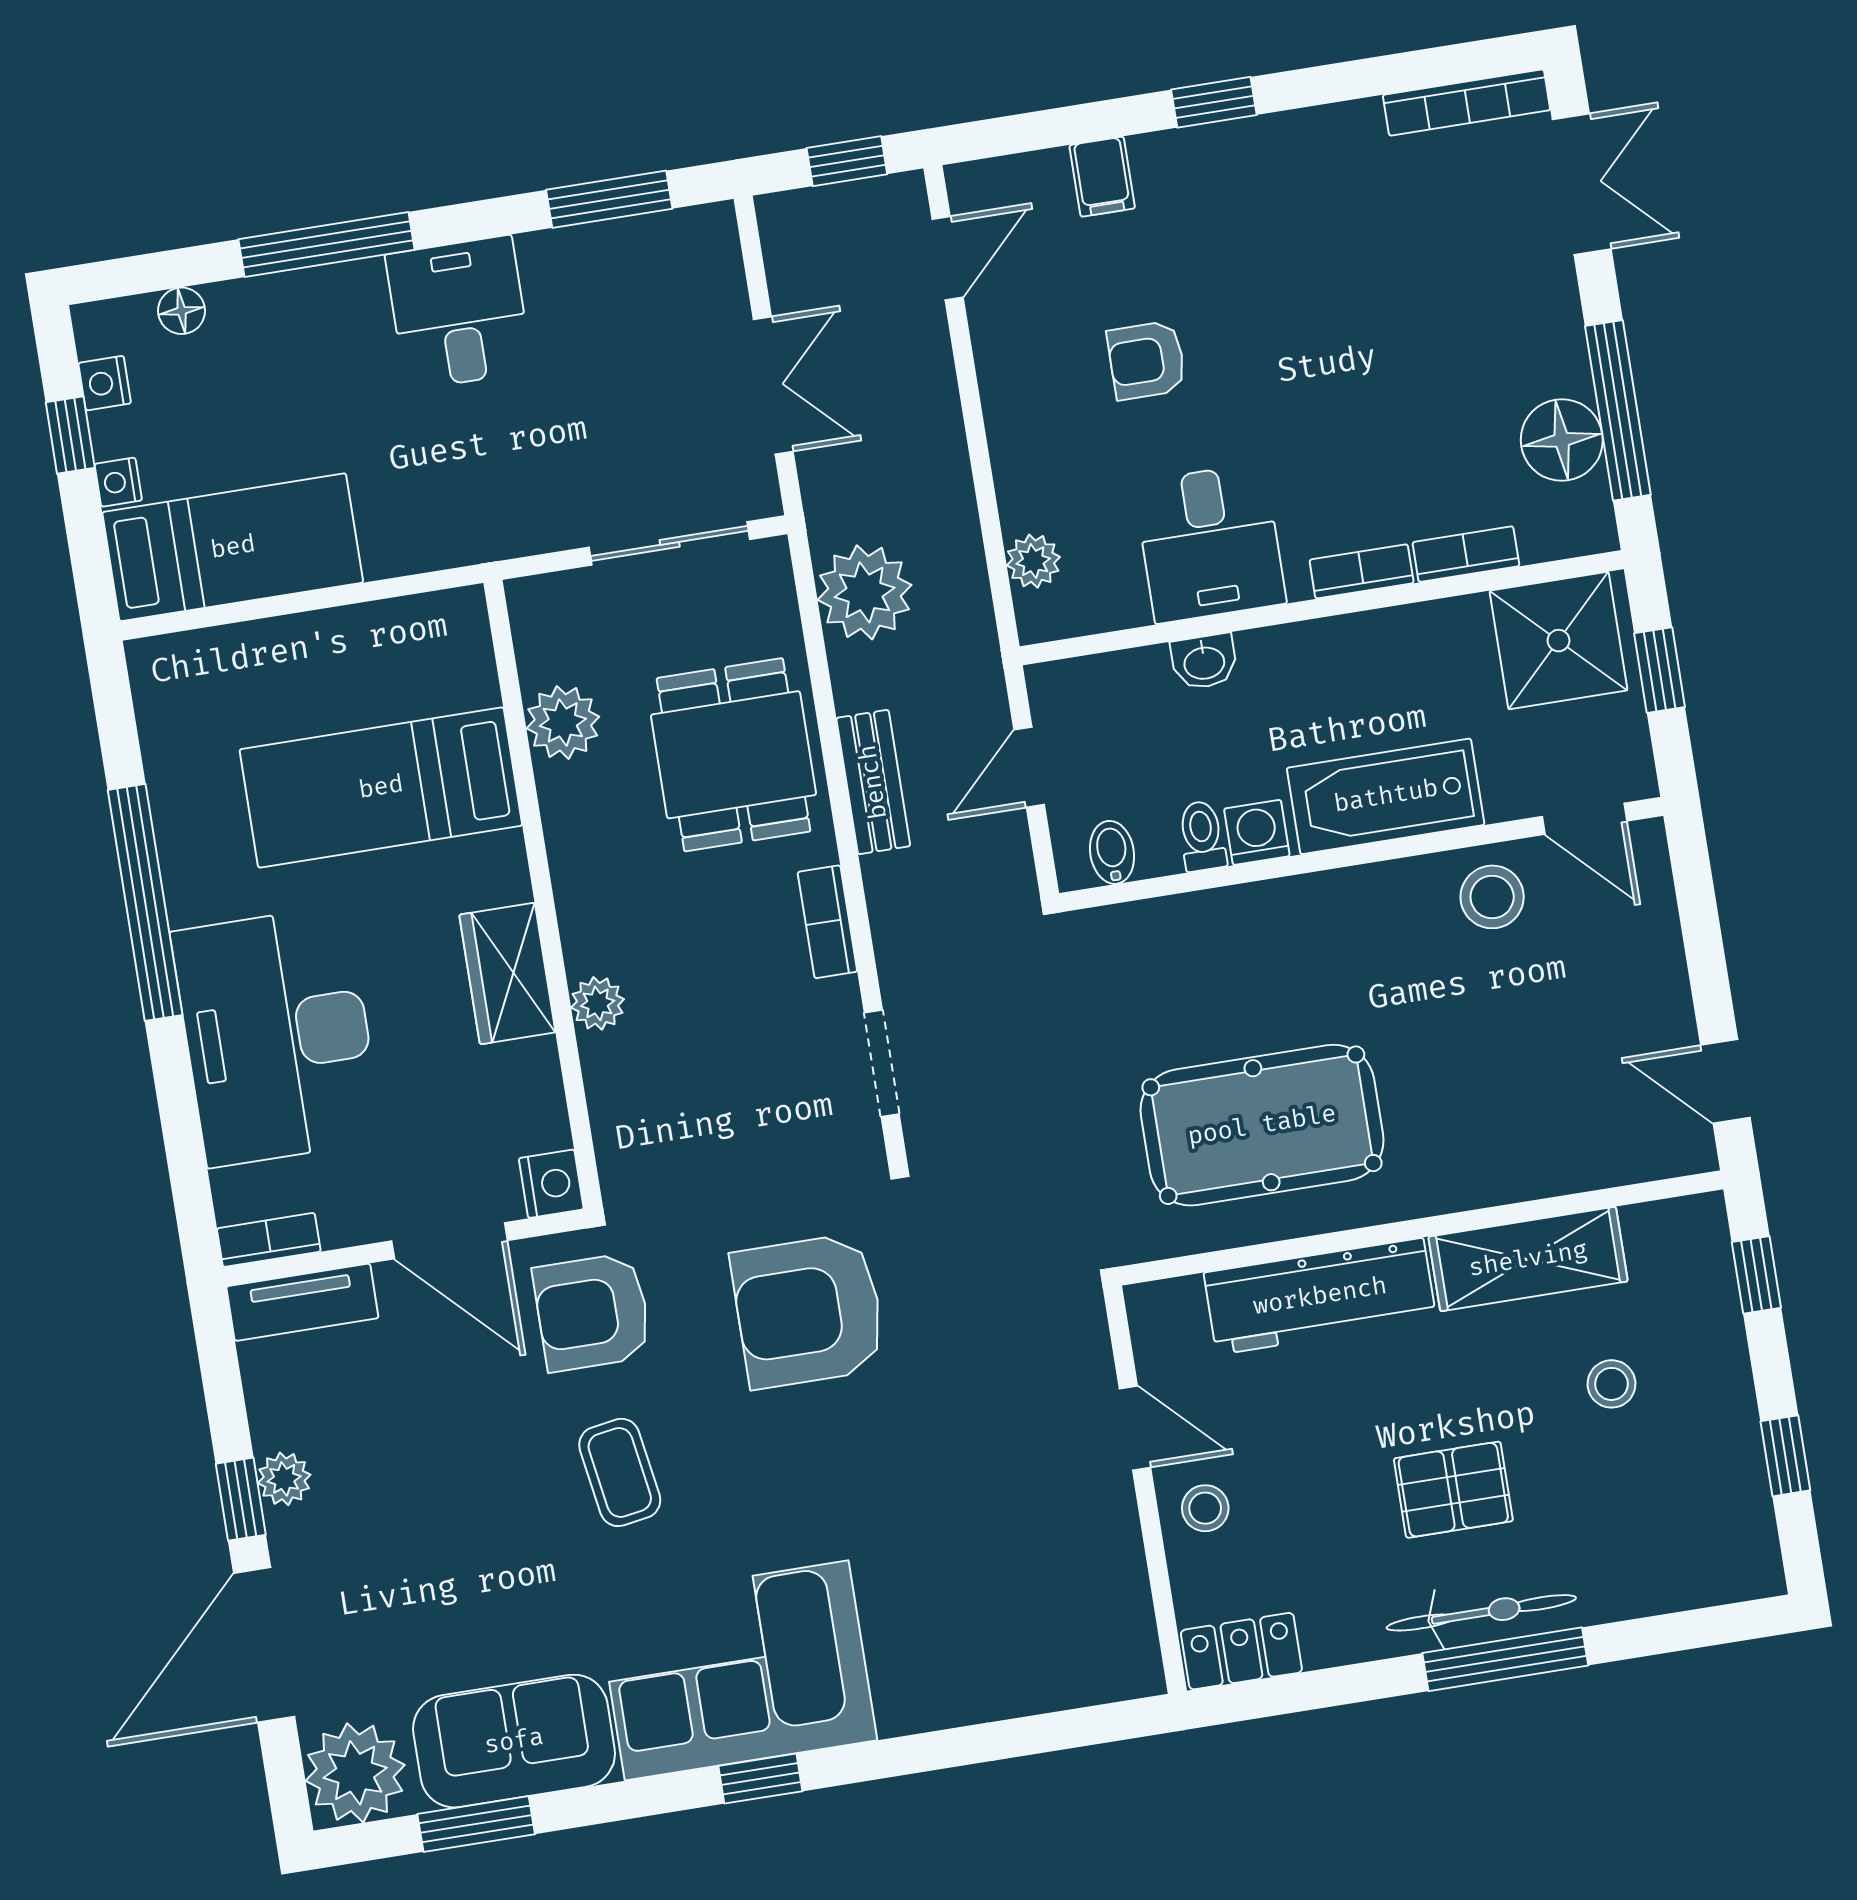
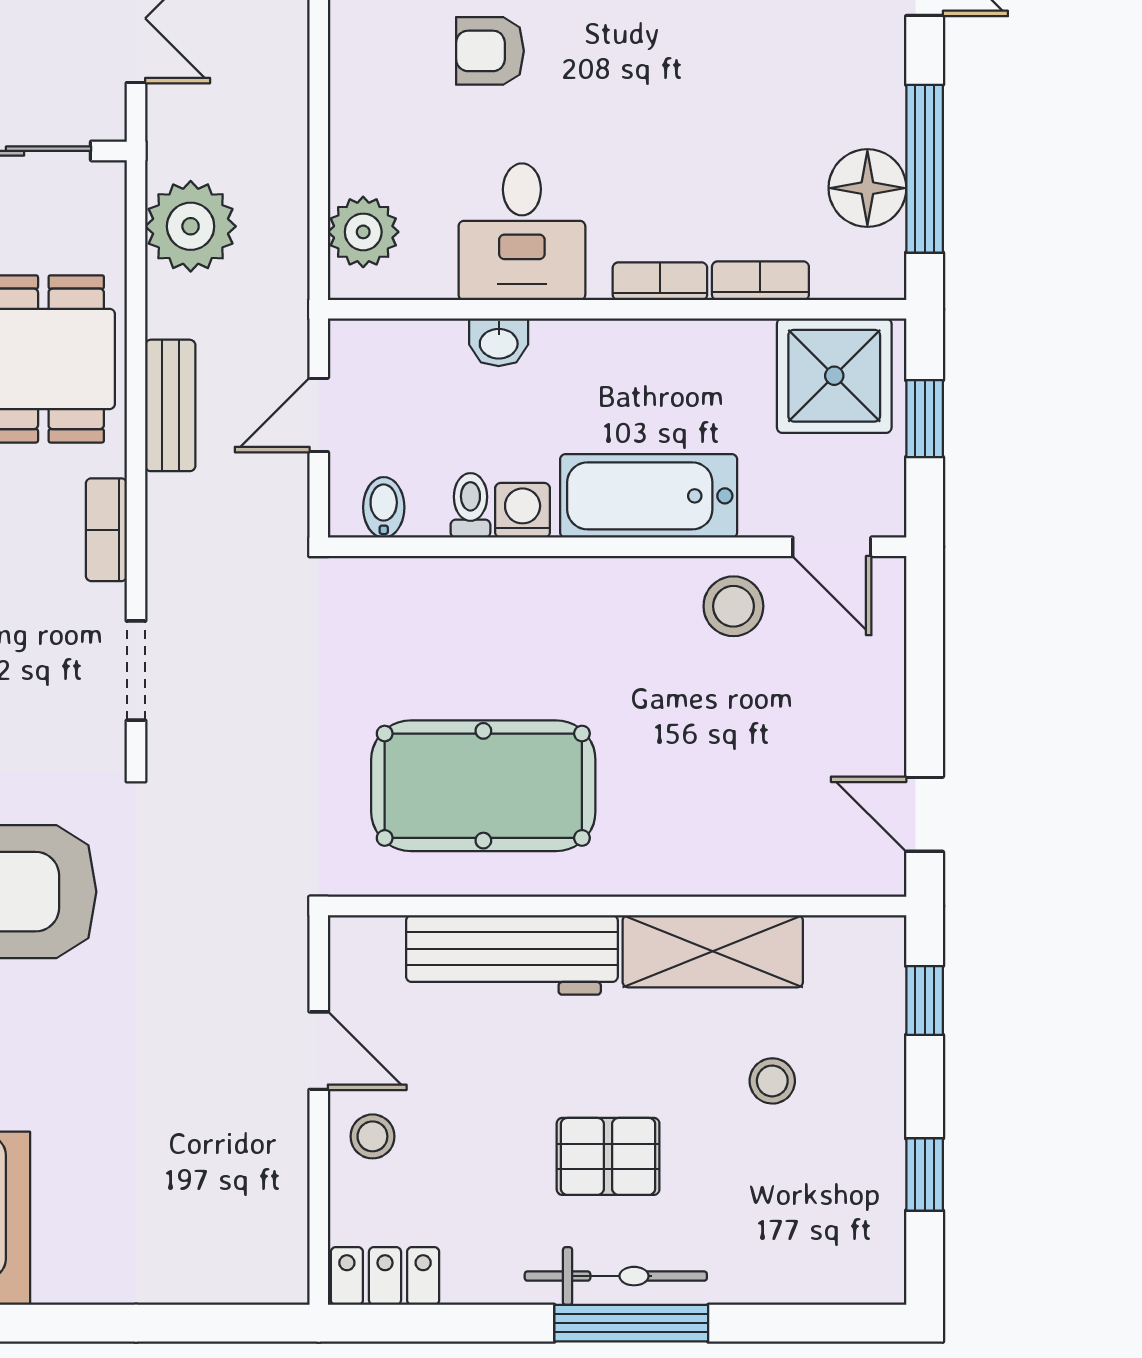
plant: (1033, 561) -> (363, 232), width x1.38, depth x1.38

